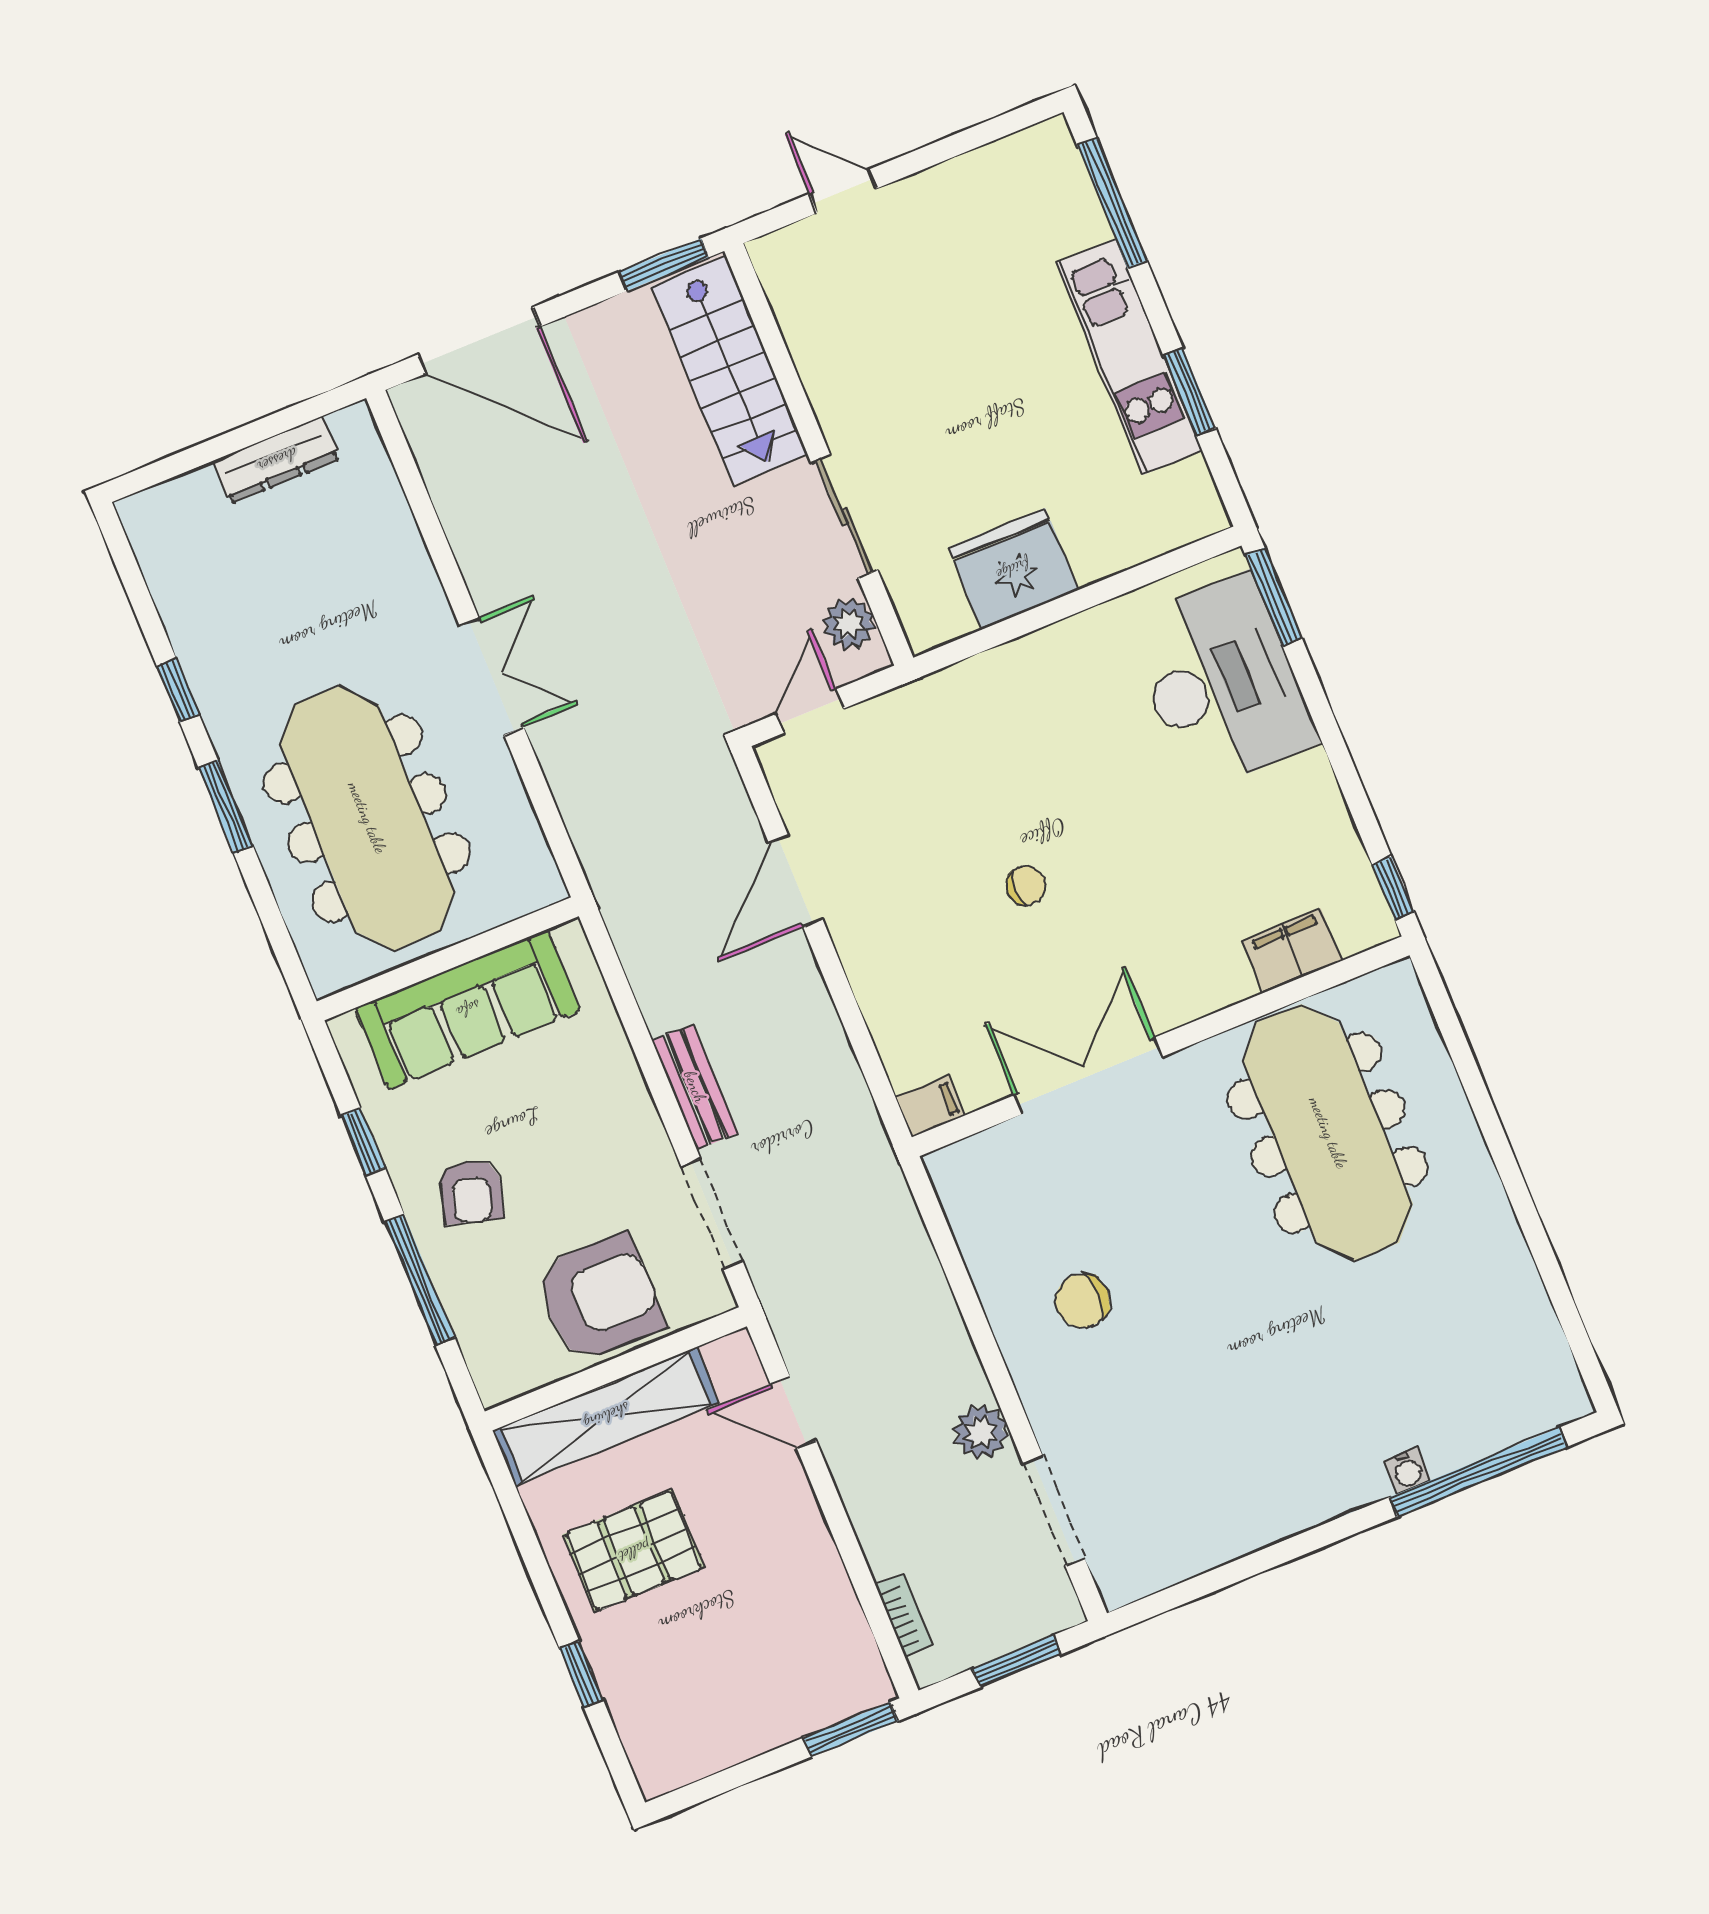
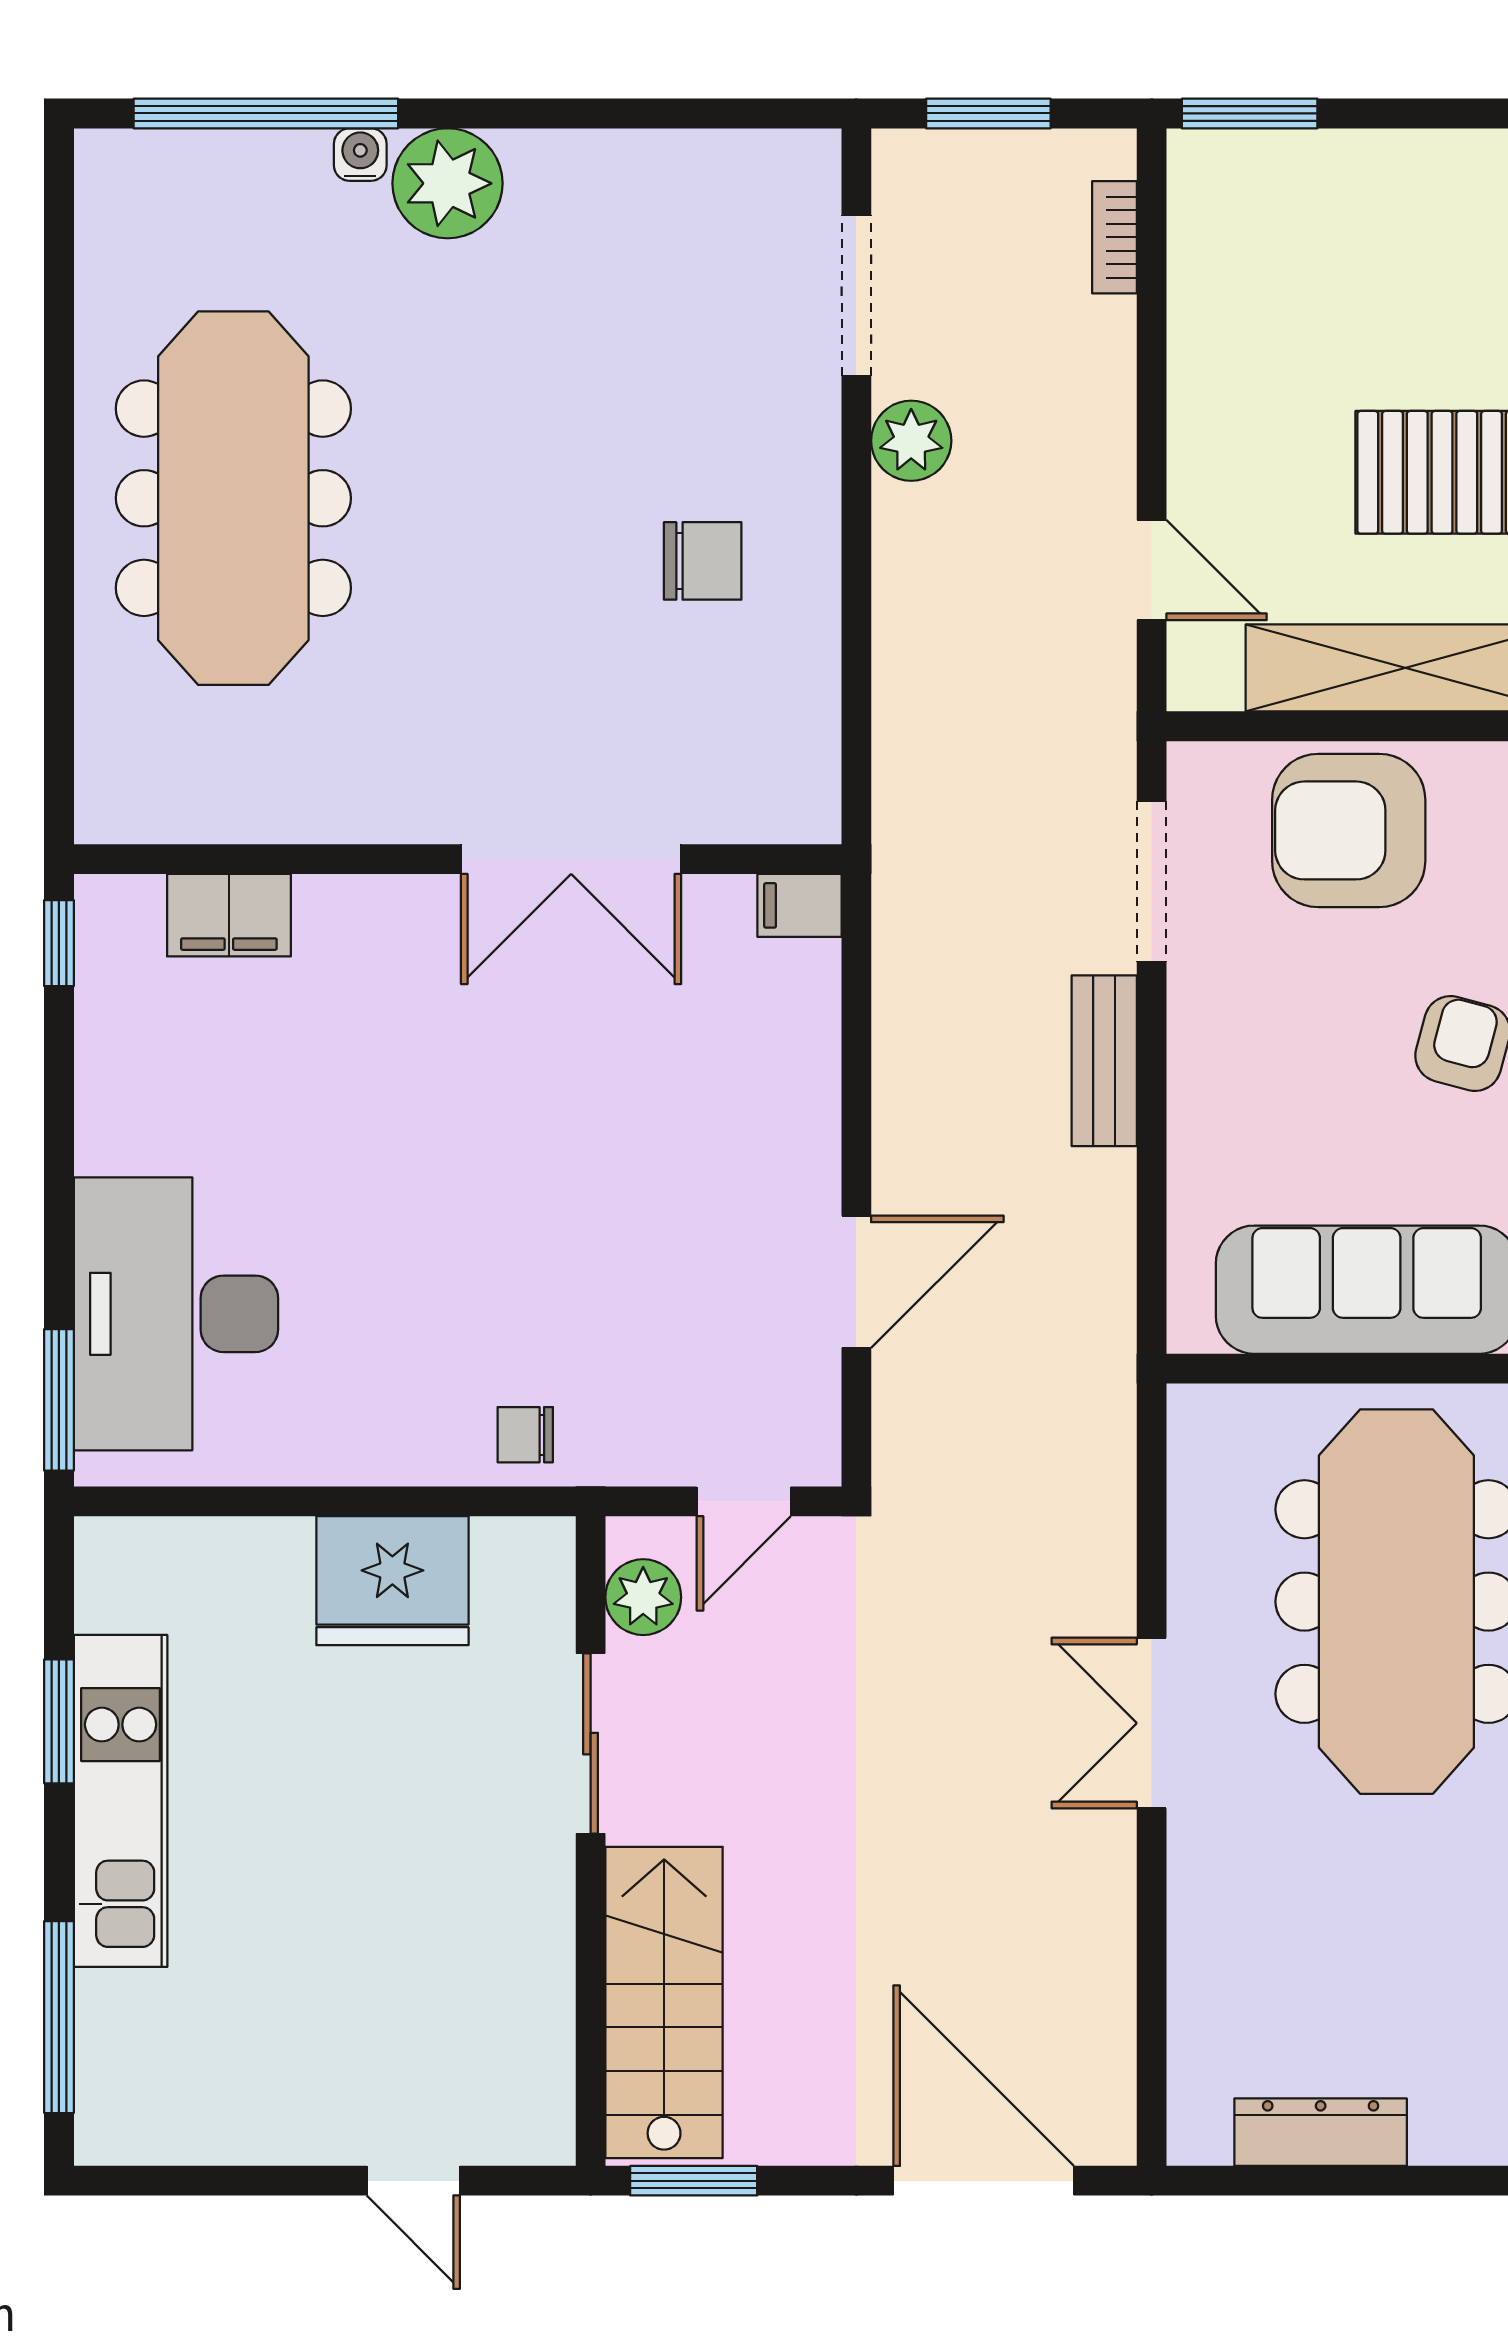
chair: (1026, 885) -> (525, 1435), moved
meeting table: (1328, 1133) -> (233, 498), moved
plant: (1344, 1475) -> (448, 183), added

